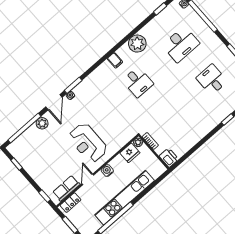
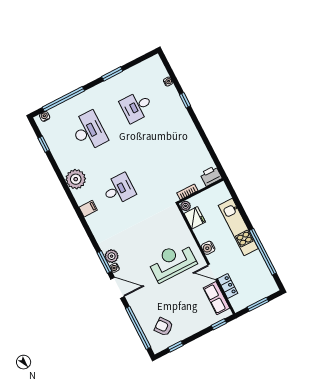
plant: (42, 123) -> (112, 256), moved
reception desk: (88, 143) -> (172, 262), turned 180
armchair: (31, 150) -> (164, 327), added
kitchen unit: (125, 198) -> (238, 227), width x0.73
locker: (70, 203) -> (228, 286), moved

